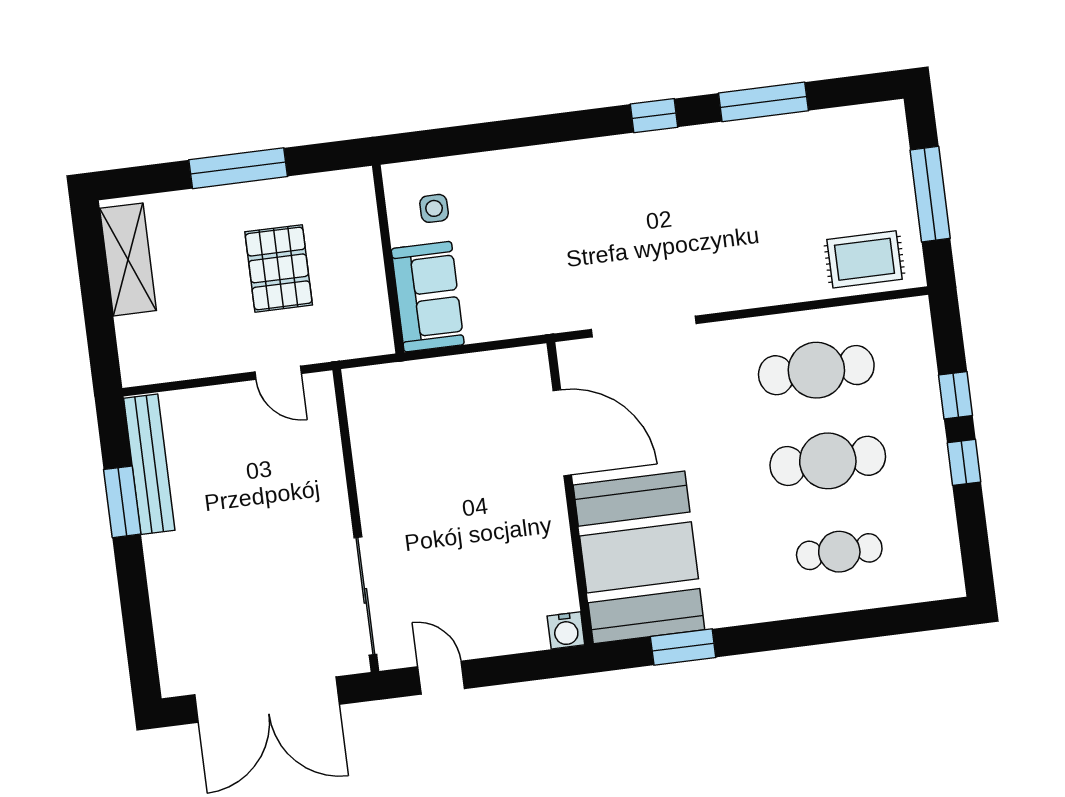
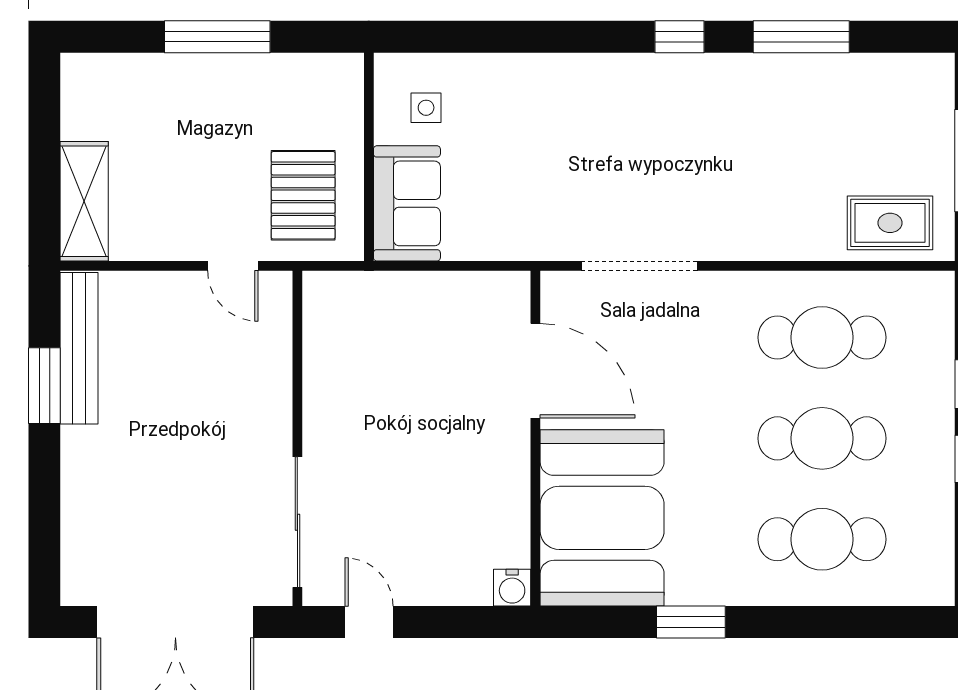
shelving: (128, 259) -> (84, 201), moved
pallet: (279, 268) -> (303, 195), moved
cafe table: (839, 552) -> (822, 539), width x1.37, depth x1.35
window: (683, 647) -> (691, 622), moved

